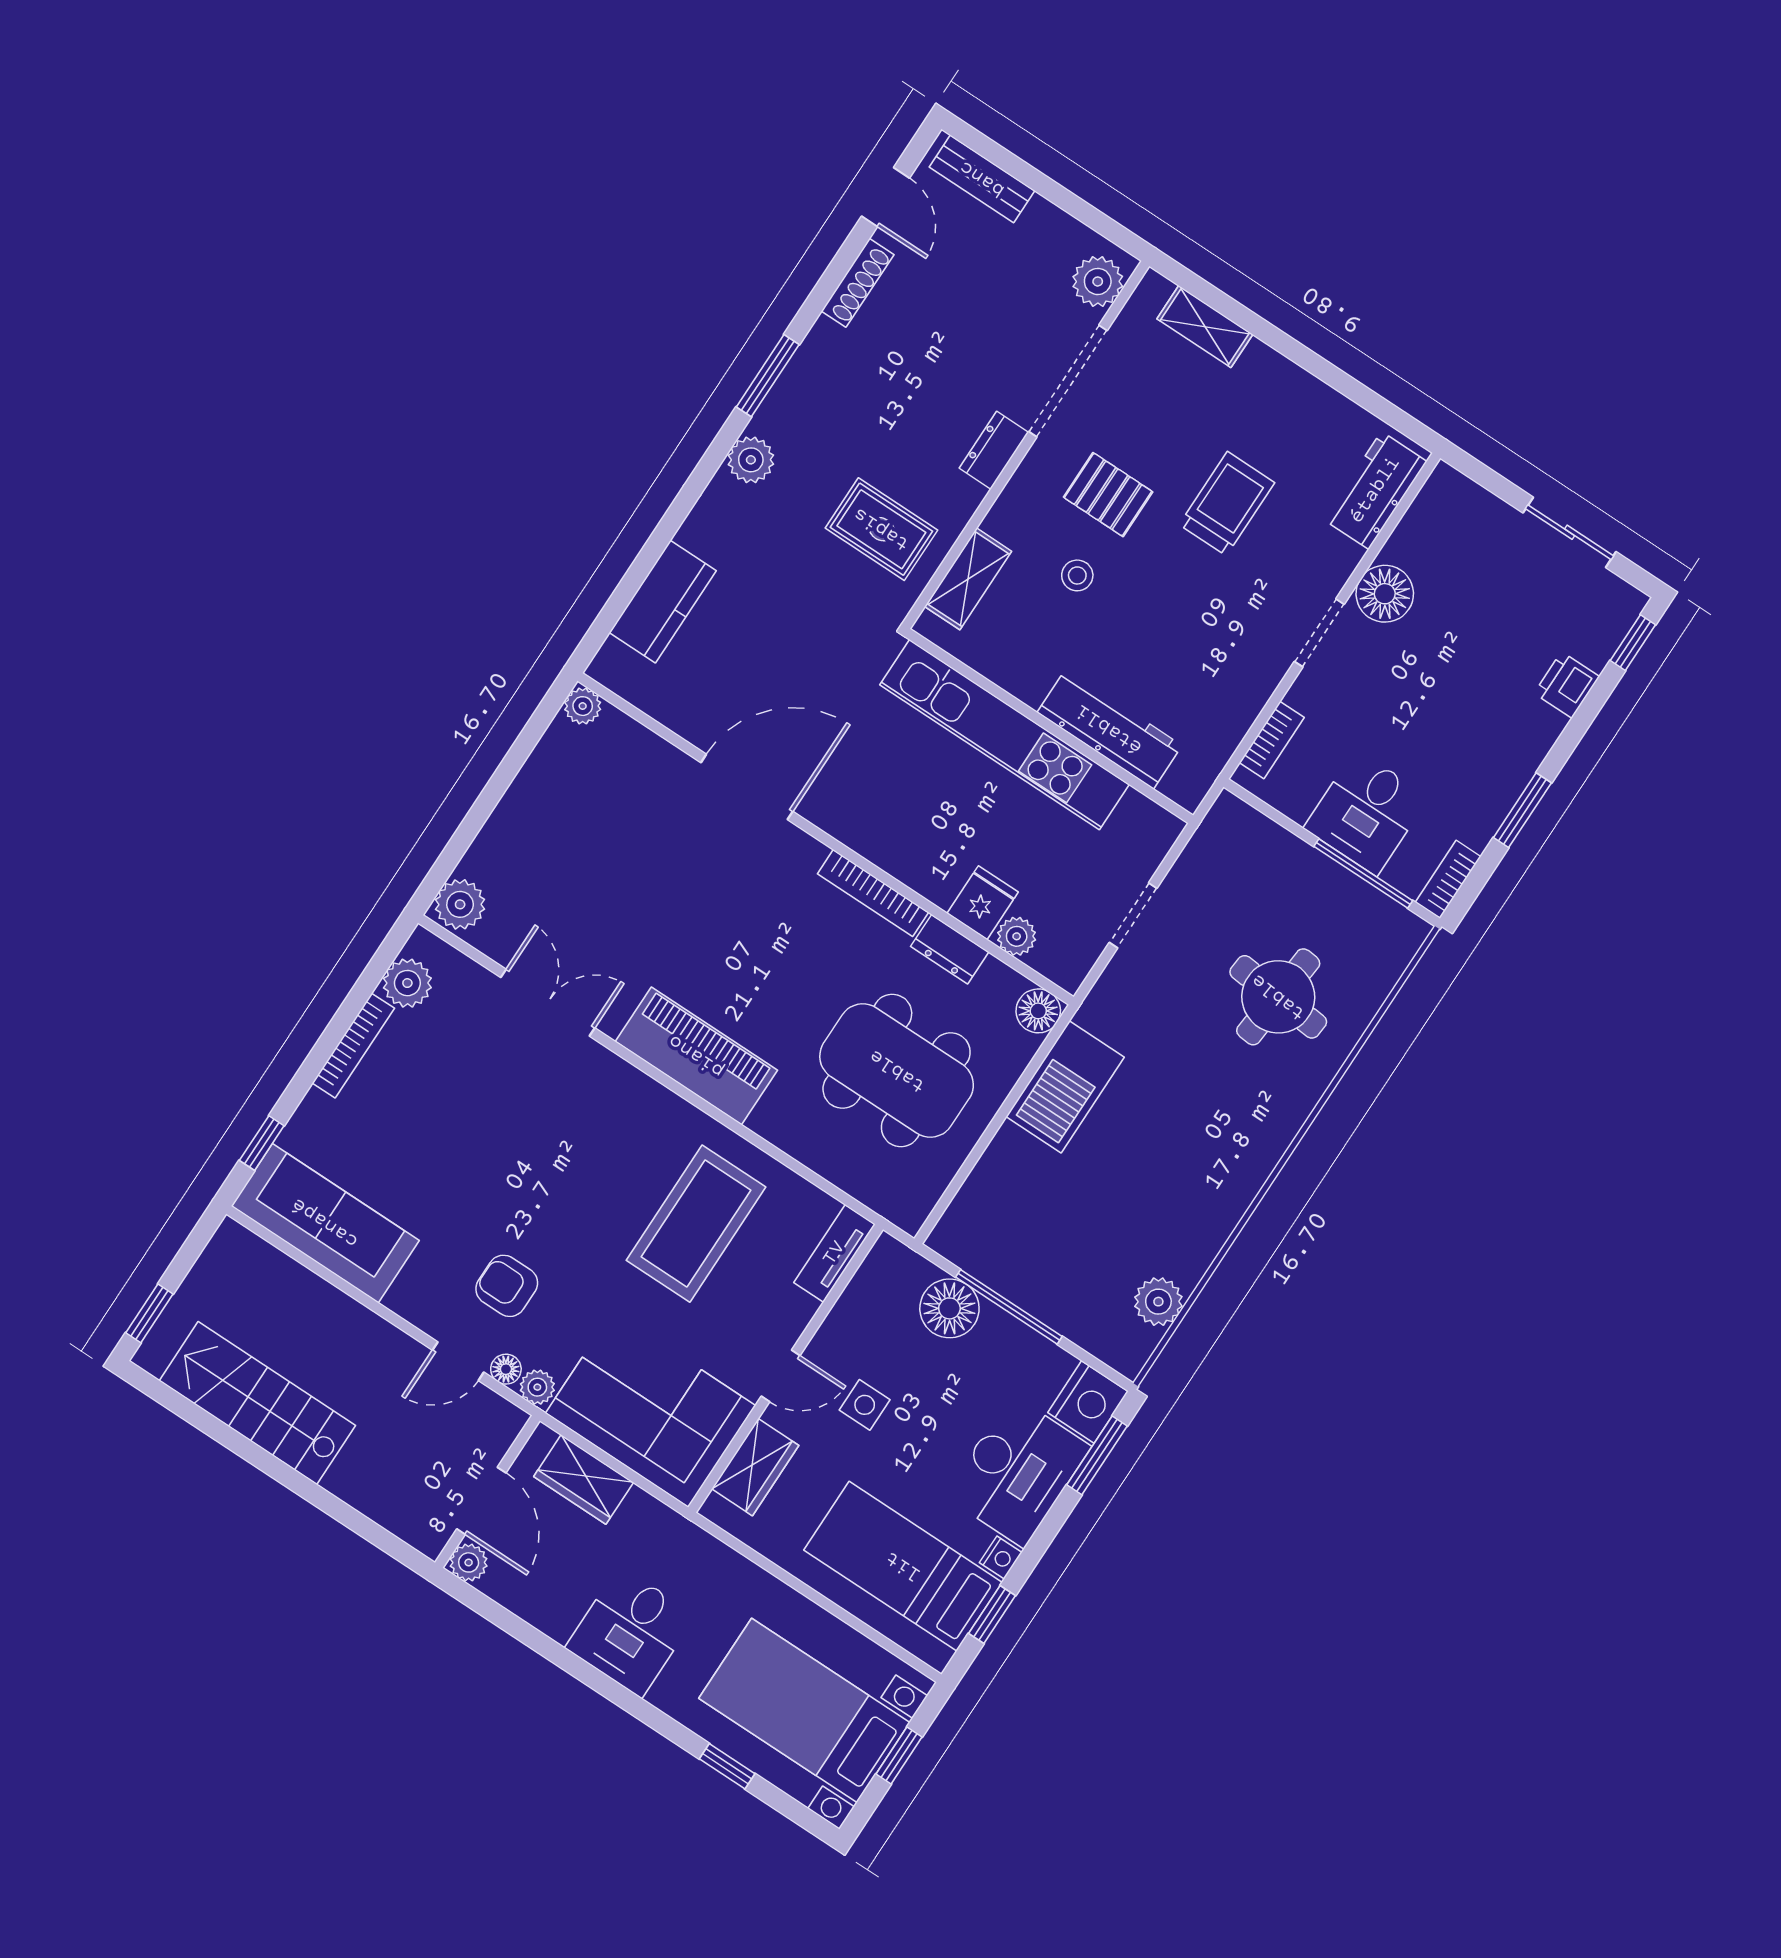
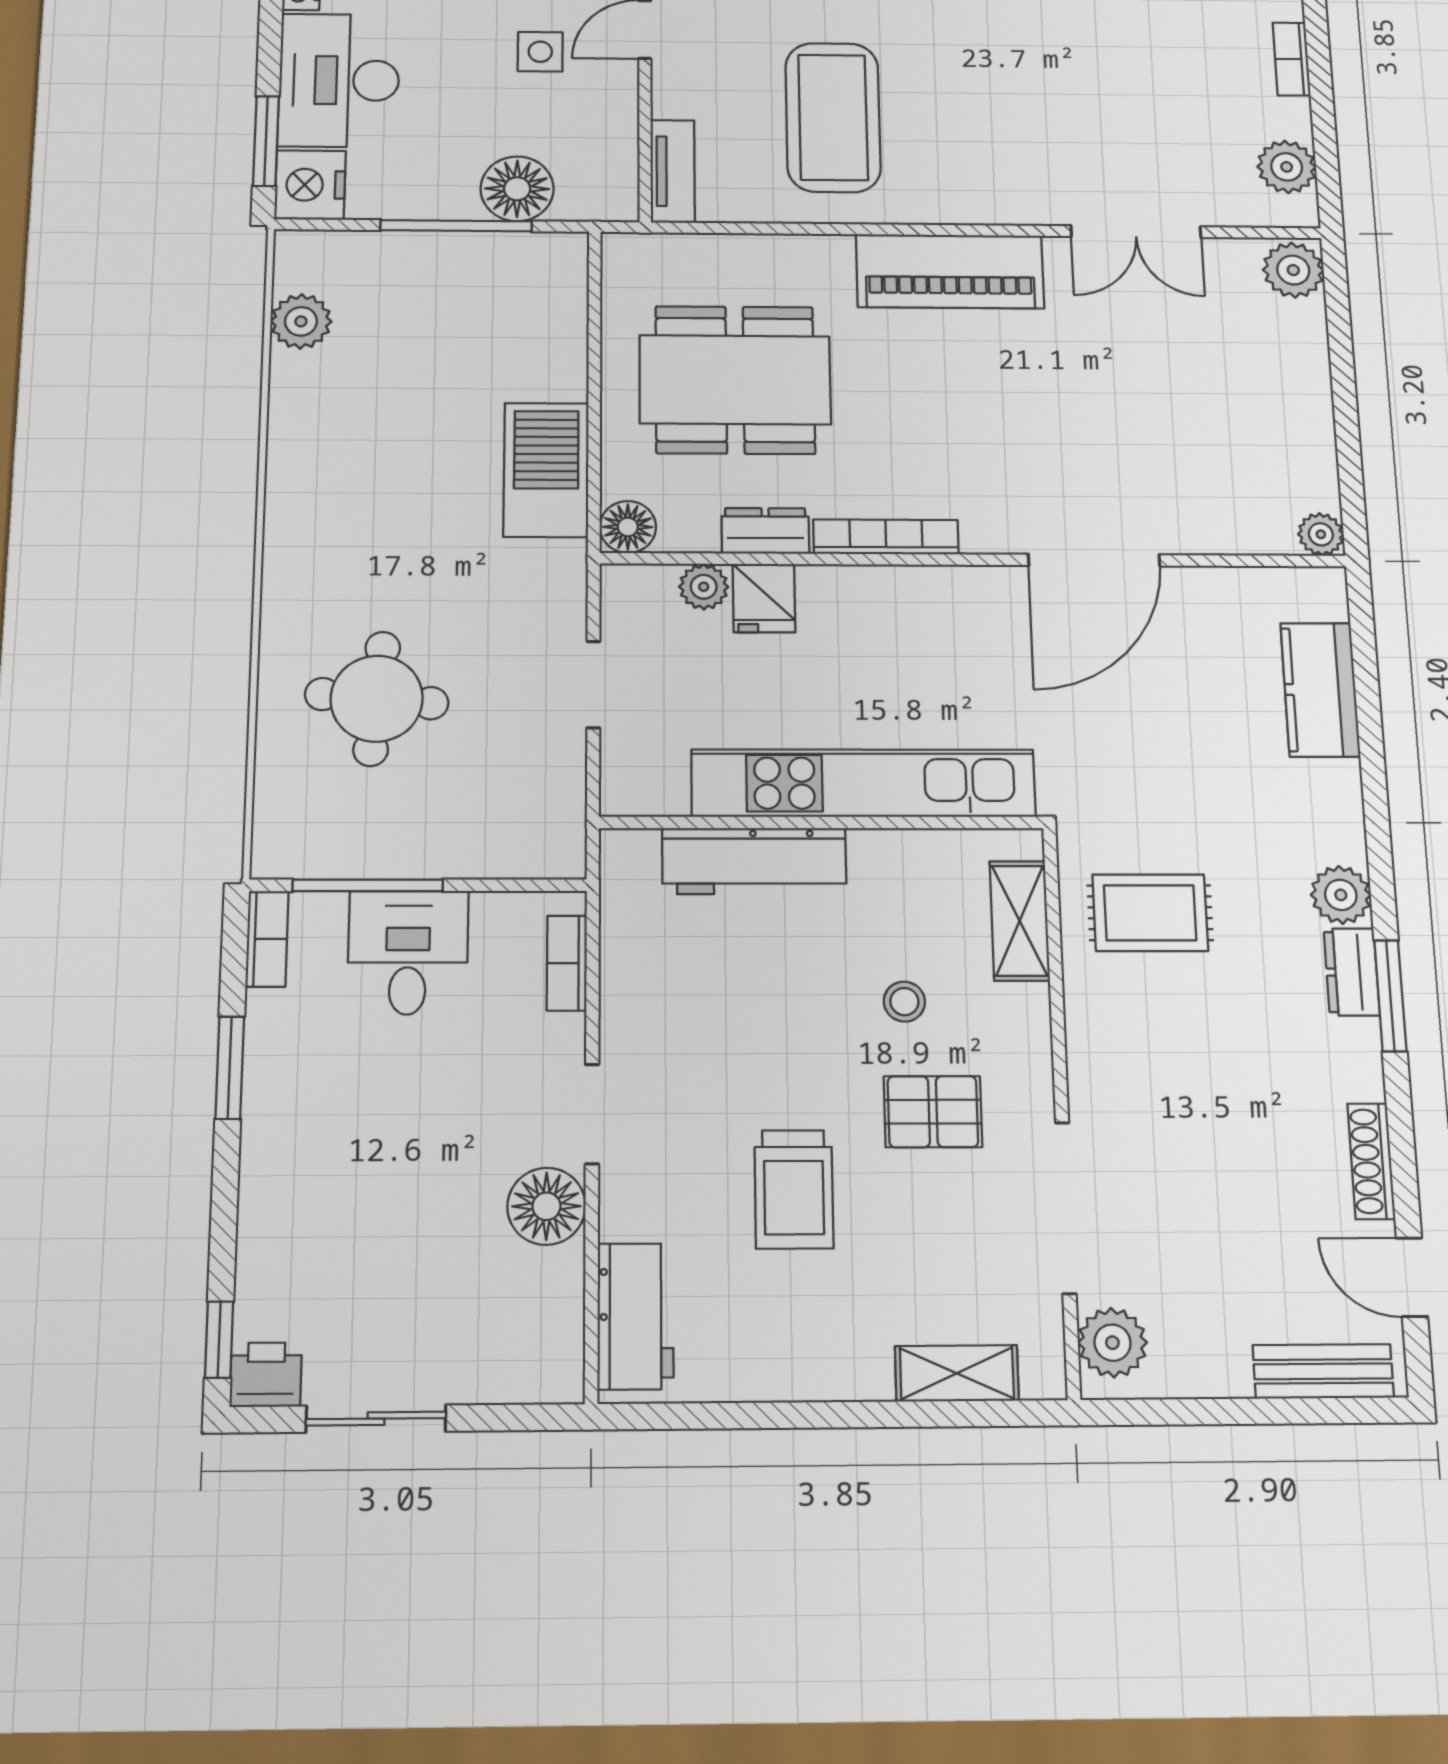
dresser: (994, 450) -> (1352, 972), moved, turned 180
printer: (1567, 685) -> (266, 1375), moved, turned -90
bookcase: (353, 1046) -> (1292, 59), width x0.64

